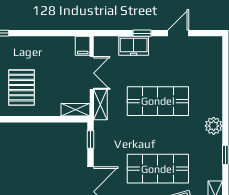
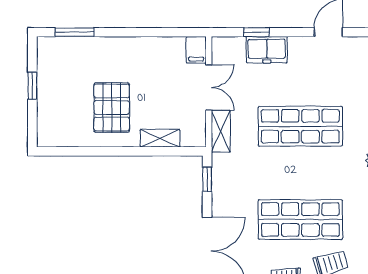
window: (142, 33) -> (256, 32), moved
shelving: (75, 110) -> (160, 138), moved

